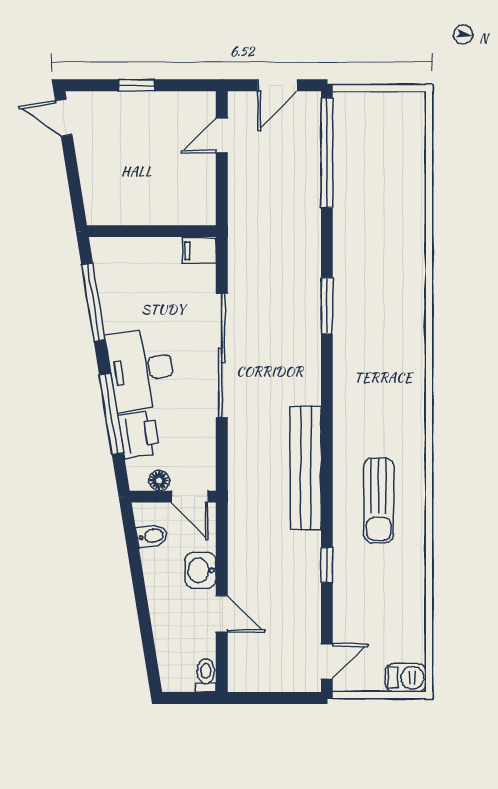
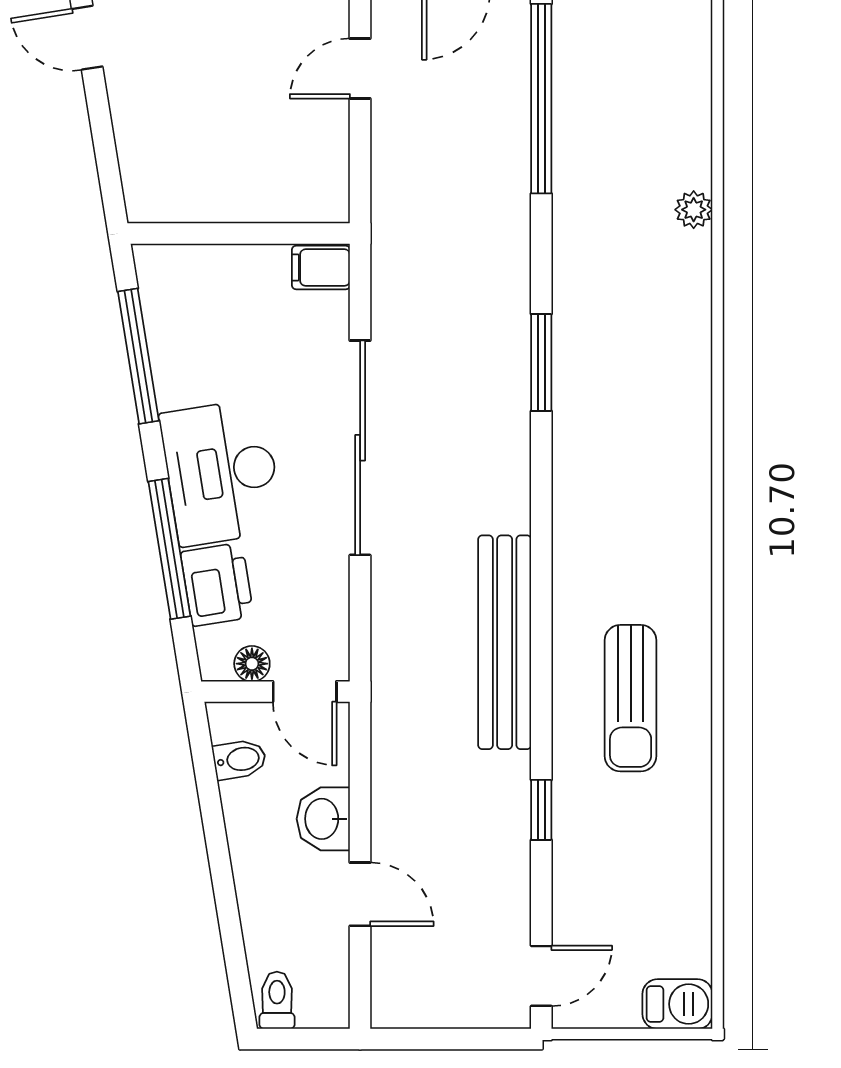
plant: (415, 217) -> (694, 210), added
toilet: (206, 675) -> (277, 1000), moved

